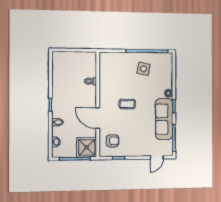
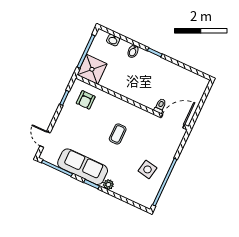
door: (98, 118) -> (173, 121), moved

